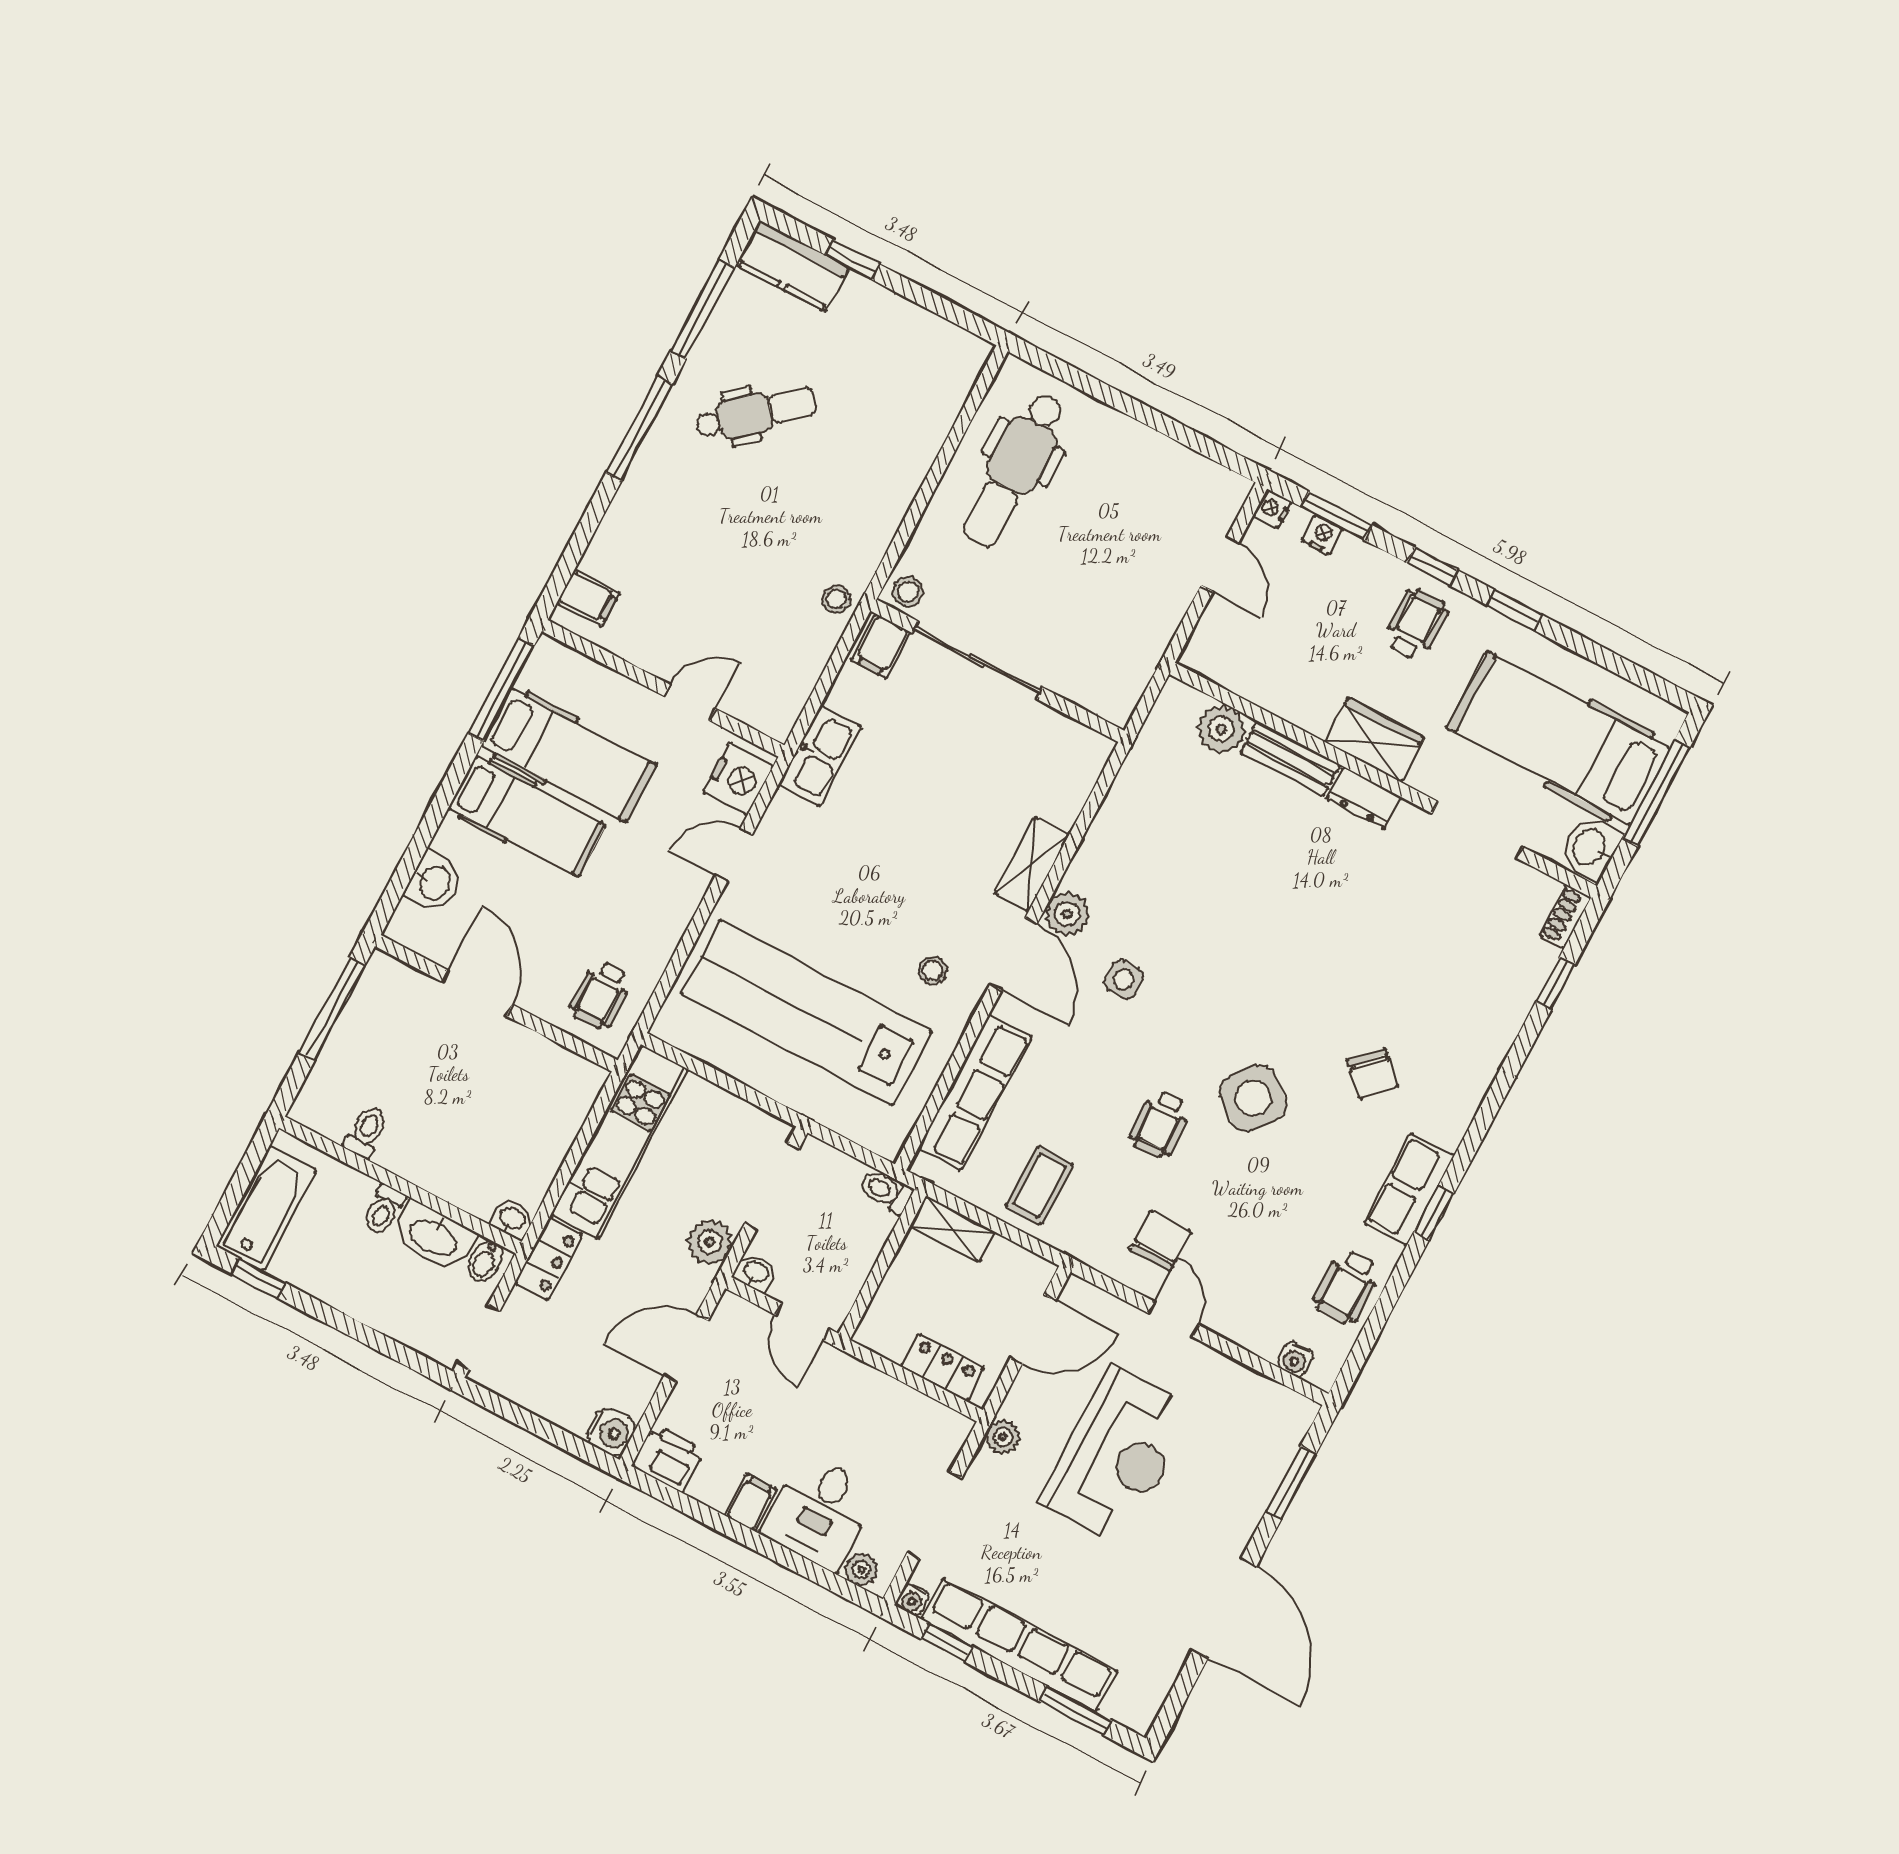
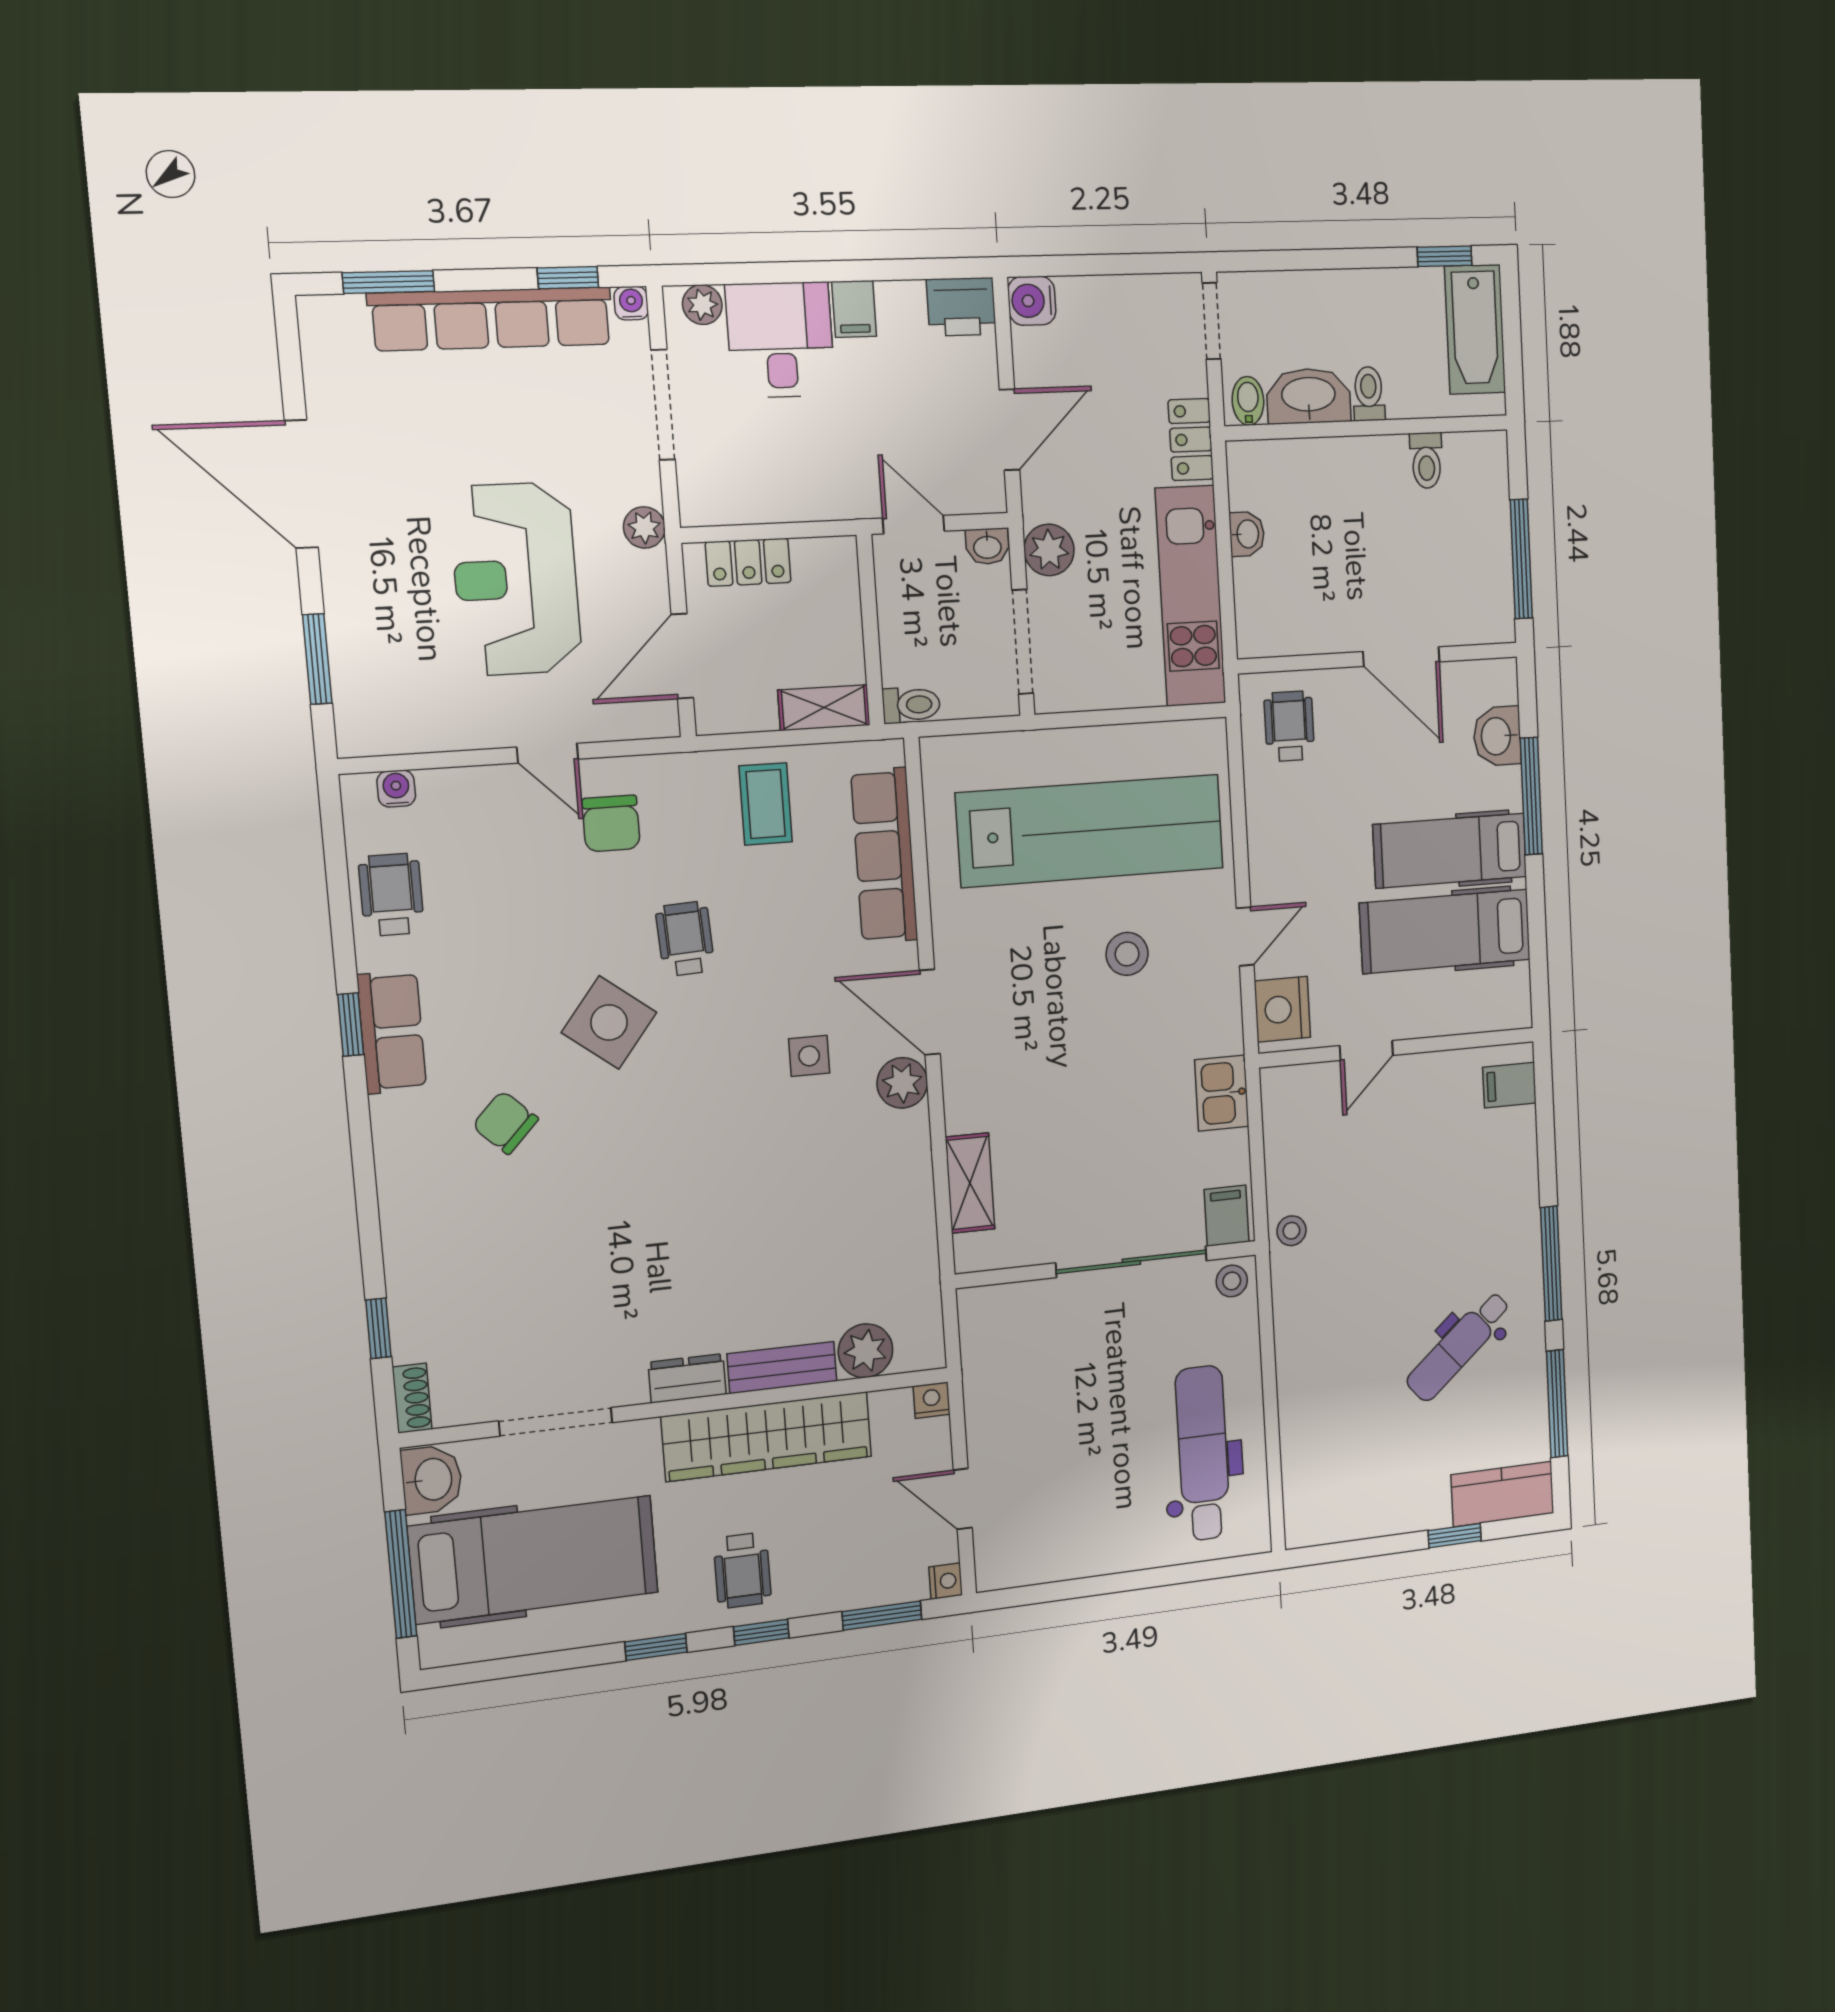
nightstand: (1322, 535) -> (932, 1400), moved, turned 180
window: (501, 690) -> (1531, 796), moved
wardrobe: (1374, 740) -> (767, 1437), width x2.10, depth x1.17
kitchen sink: (820, 756) -> (1222, 1093), width x0.73
shelving: (1032, 864) -> (970, 1183), moved
stool: (933, 971) -> (1127, 954), moved, width x1.37, depth x1.37
washbasin: (512, 1219) -> (1247, 534), moved, turned -90

